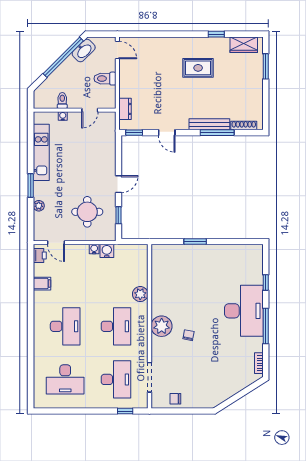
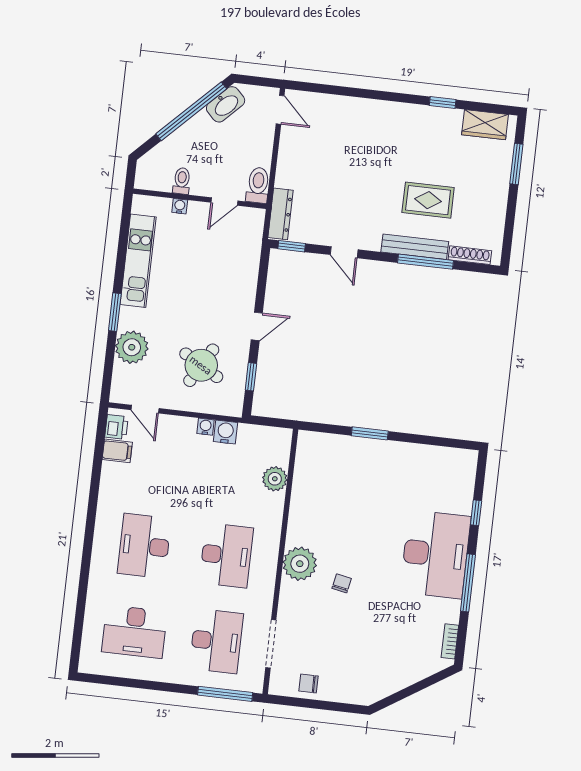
rug: (198, 68) -> (428, 200), moved
toilet: (105, 79) -> (258, 185), moved, turned 90
dresser: (125, 109) -> (281, 214), width x1.44
plant: (39, 206) -> (132, 347), width x1.88, depth x1.88
round table: (87, 212) -> (201, 365), turned 30
filing cabinet: (42, 284) -> (117, 451), moved
plant: (140, 294) -> (275, 479), moved
desk: (65, 326) -> (144, 546), turned 180
window: (125, 411) -> (225, 694), width x2.17

